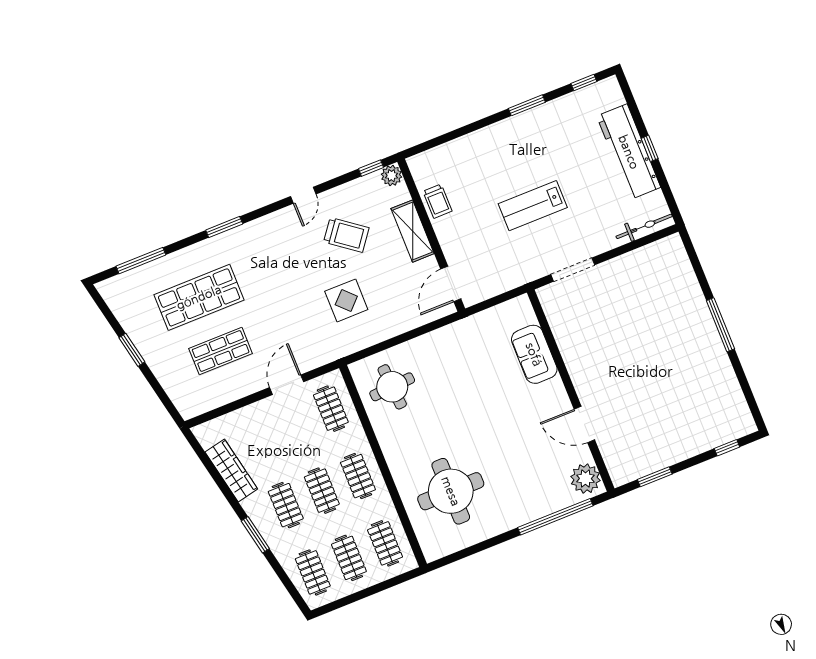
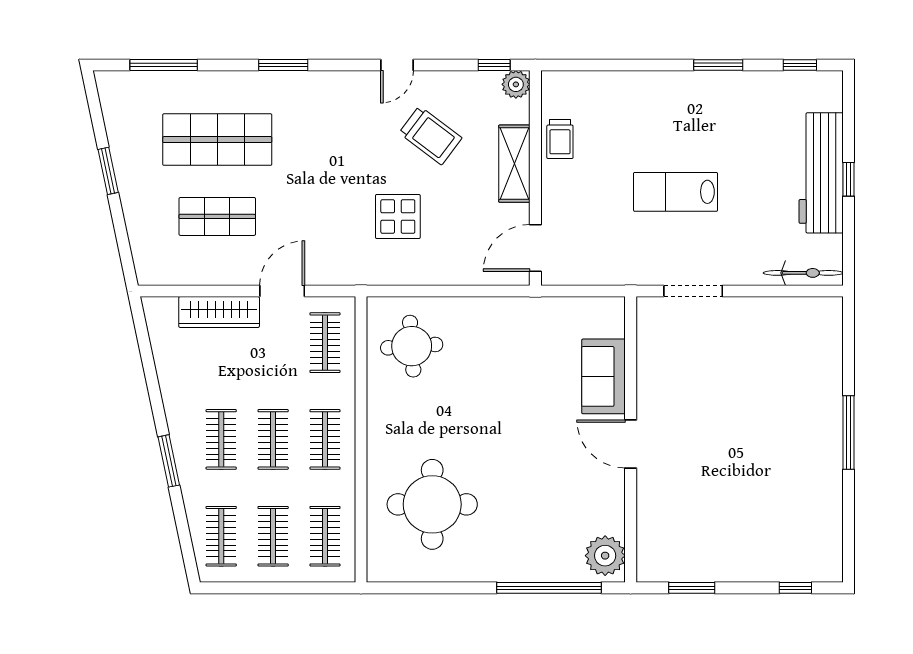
door: (584, 424) -> (631, 444), moved
wardrobe: (231, 470) -> (219, 312), moved, turned 102

